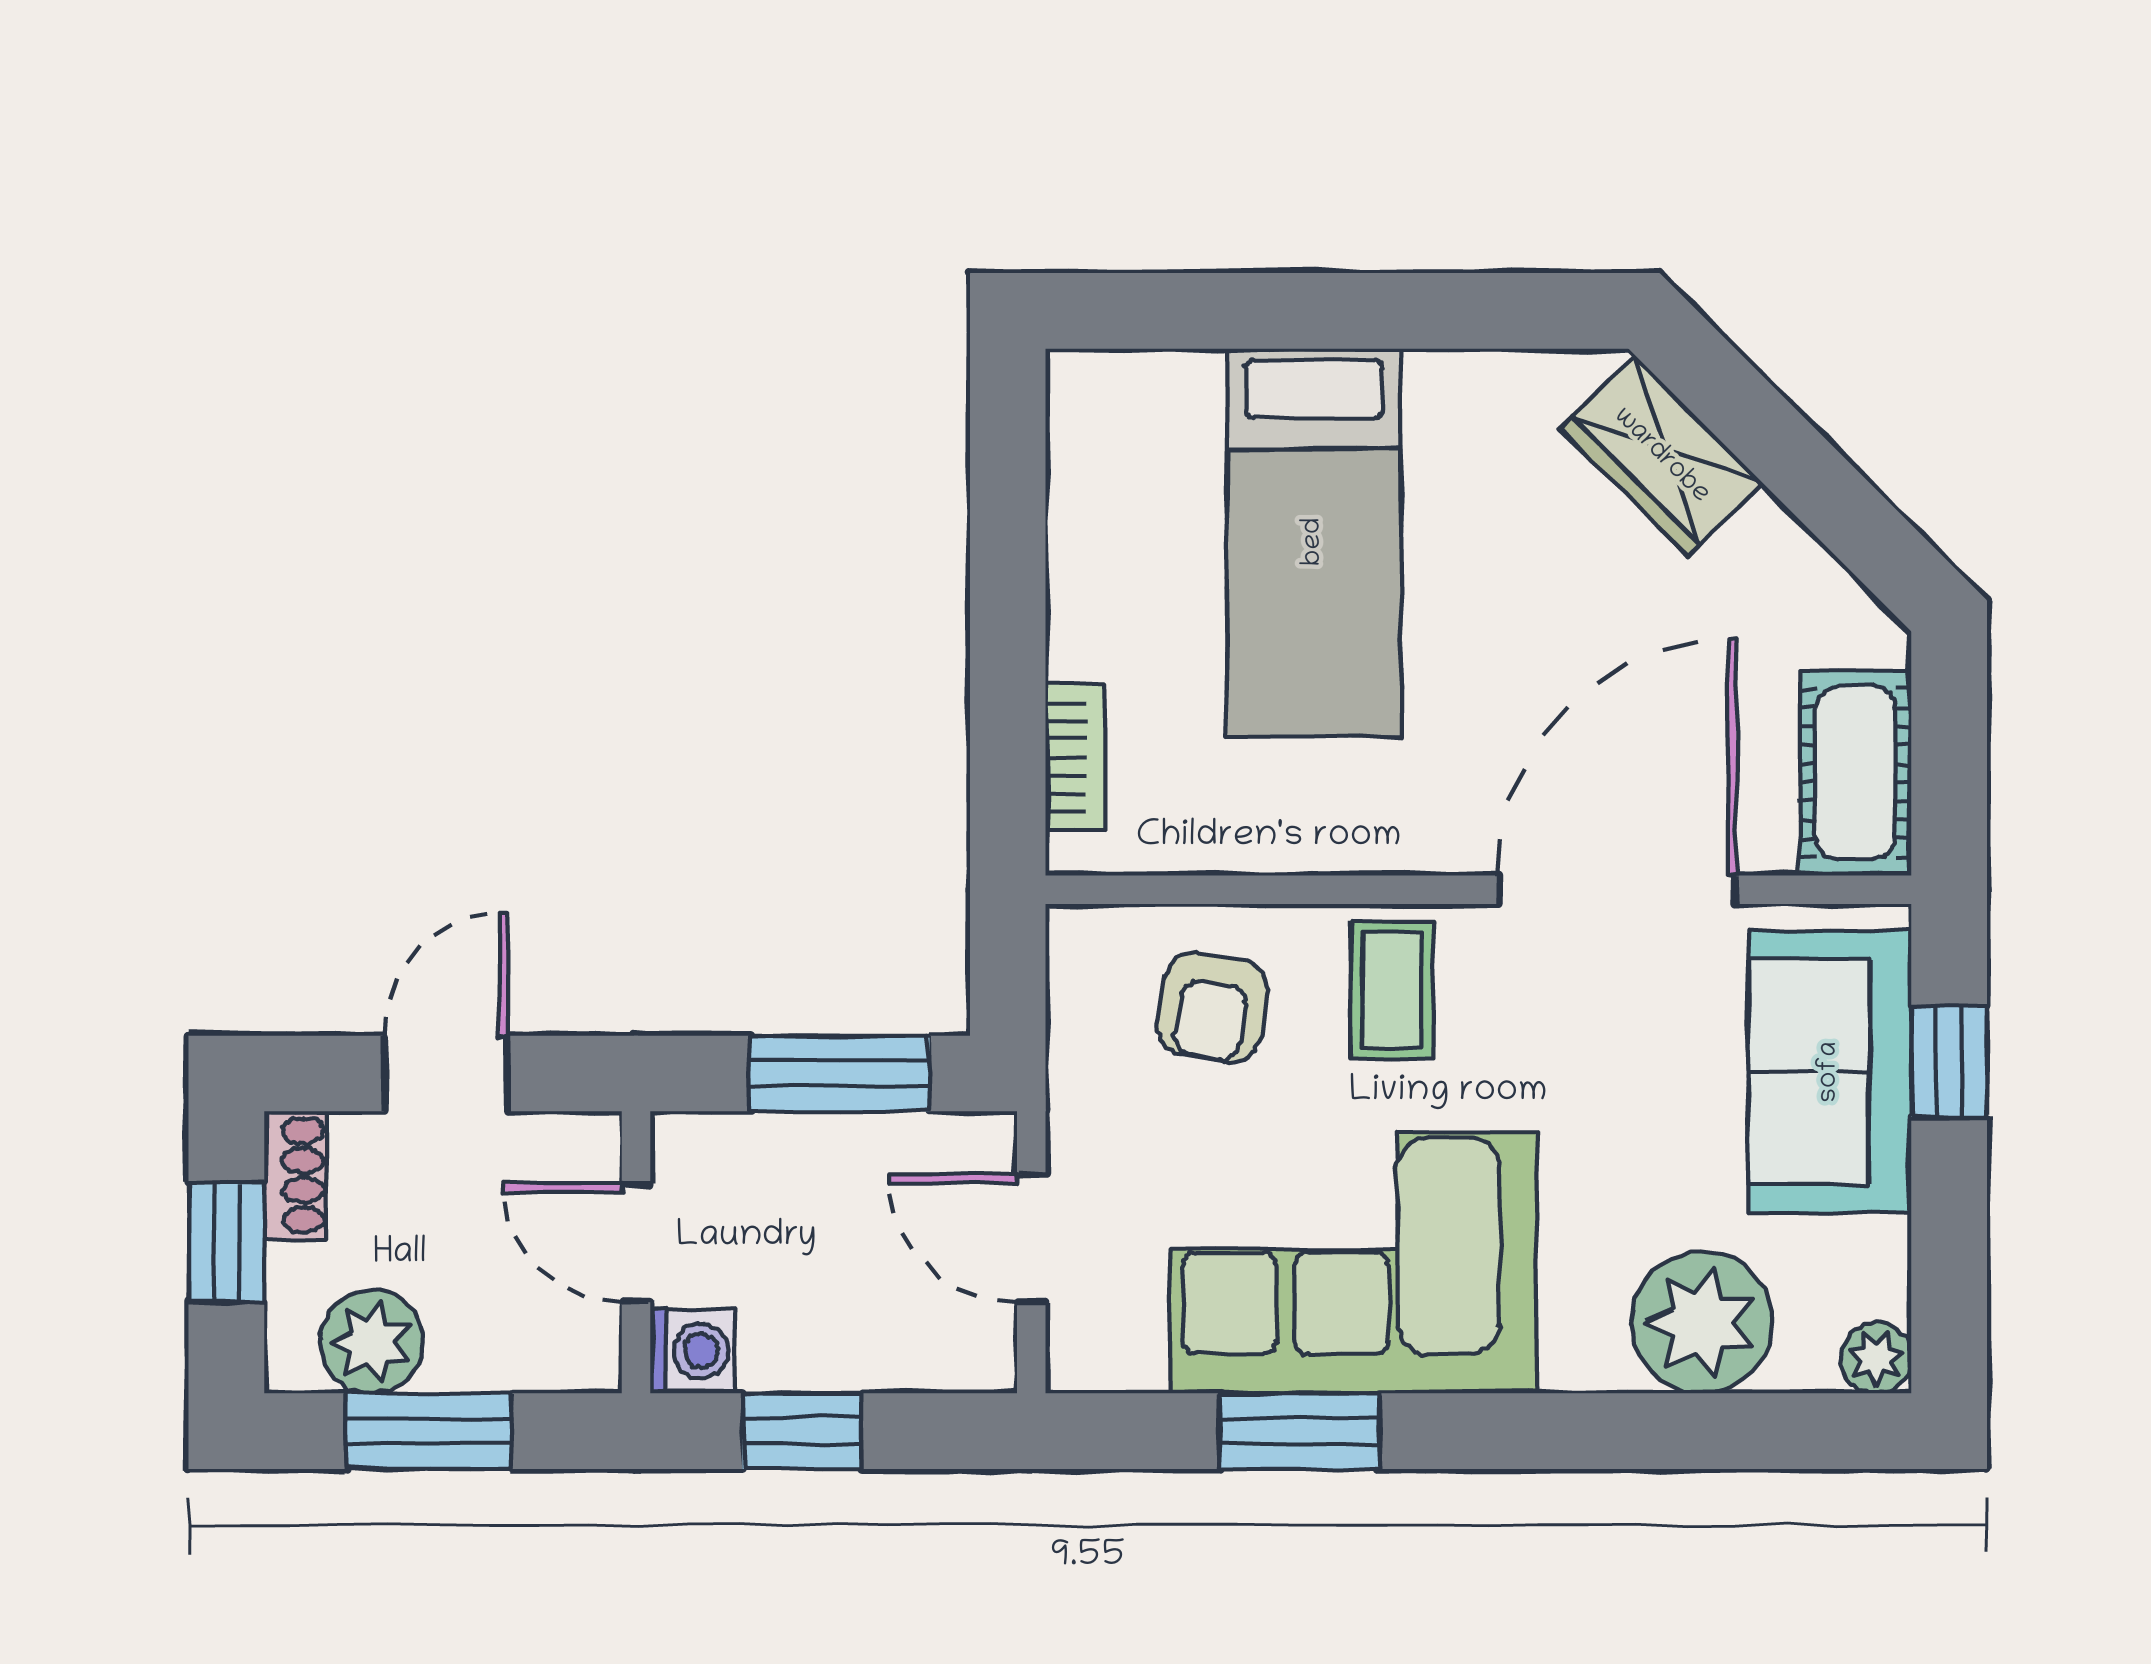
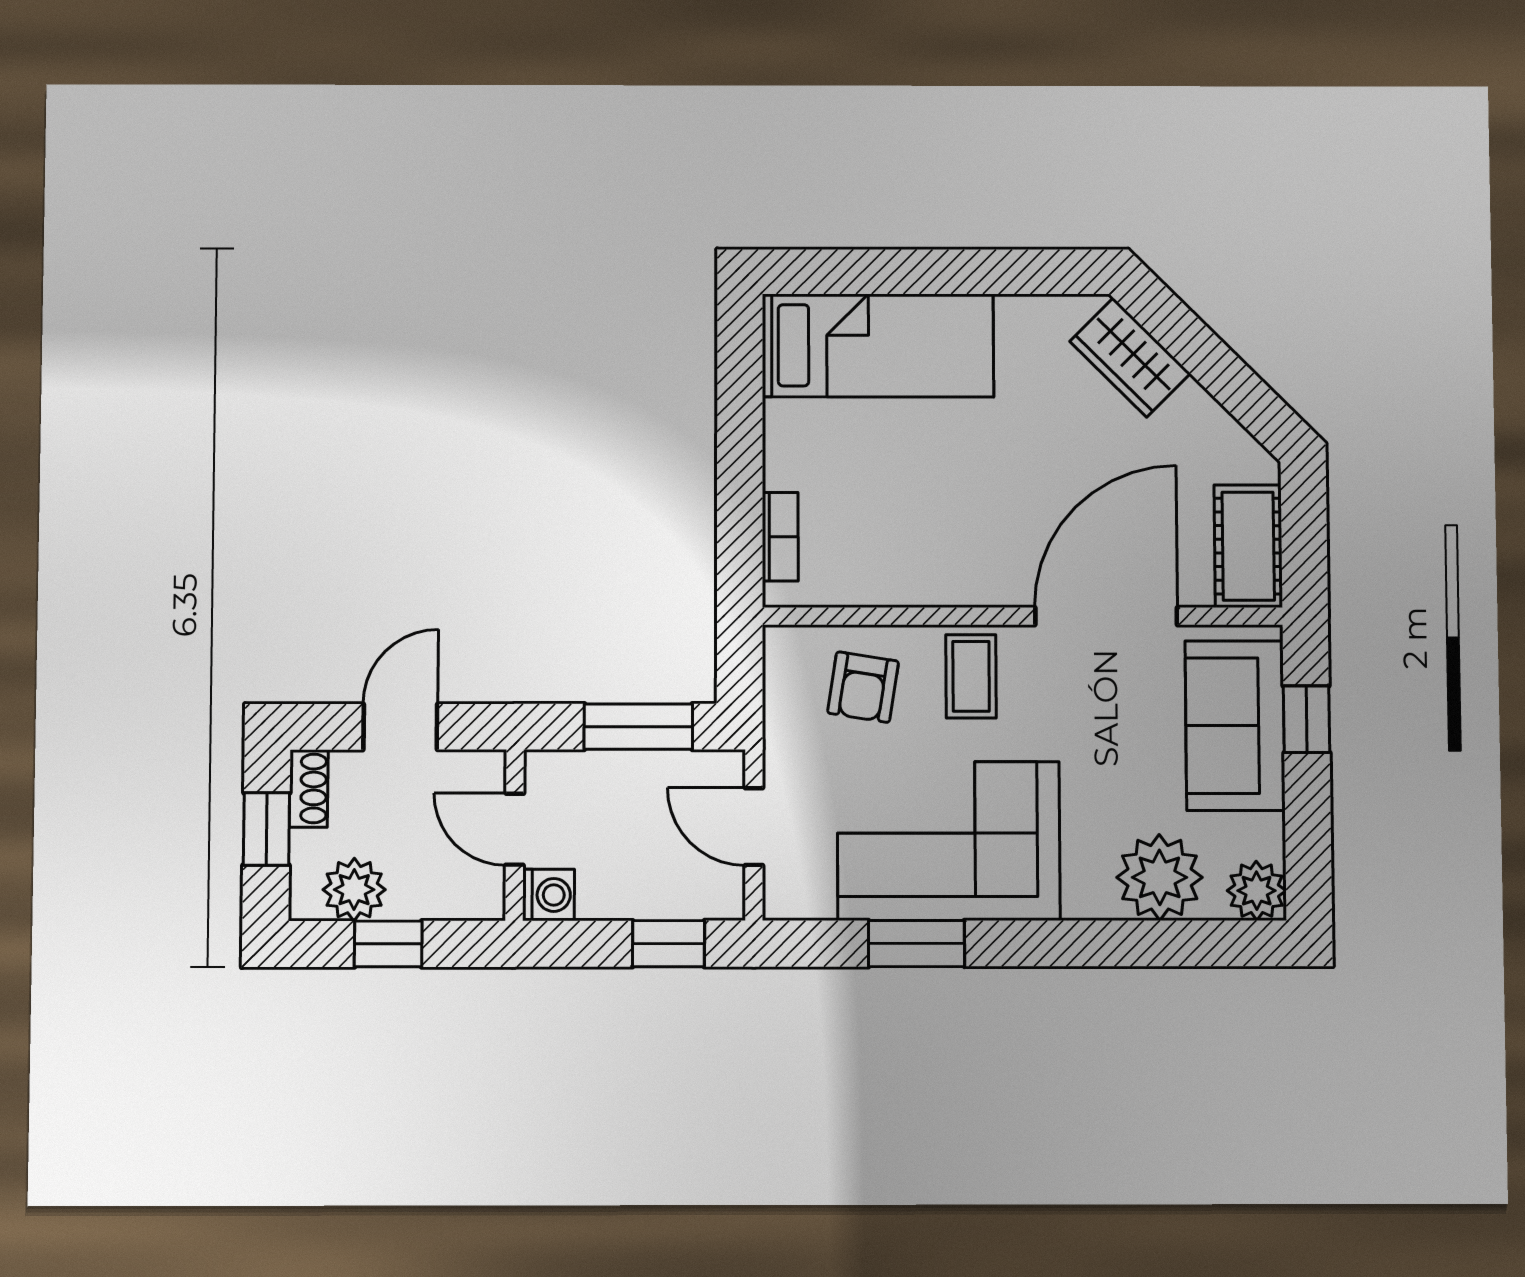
bed: (1314, 542) -> (878, 345), moved, turned -90
plant: (1876, 1358) -> (1257, 891), width x1.38, depth x1.38
window: (429, 1431) -> (388, 944), width x0.67
window: (802, 1431) -> (668, 944), moved

